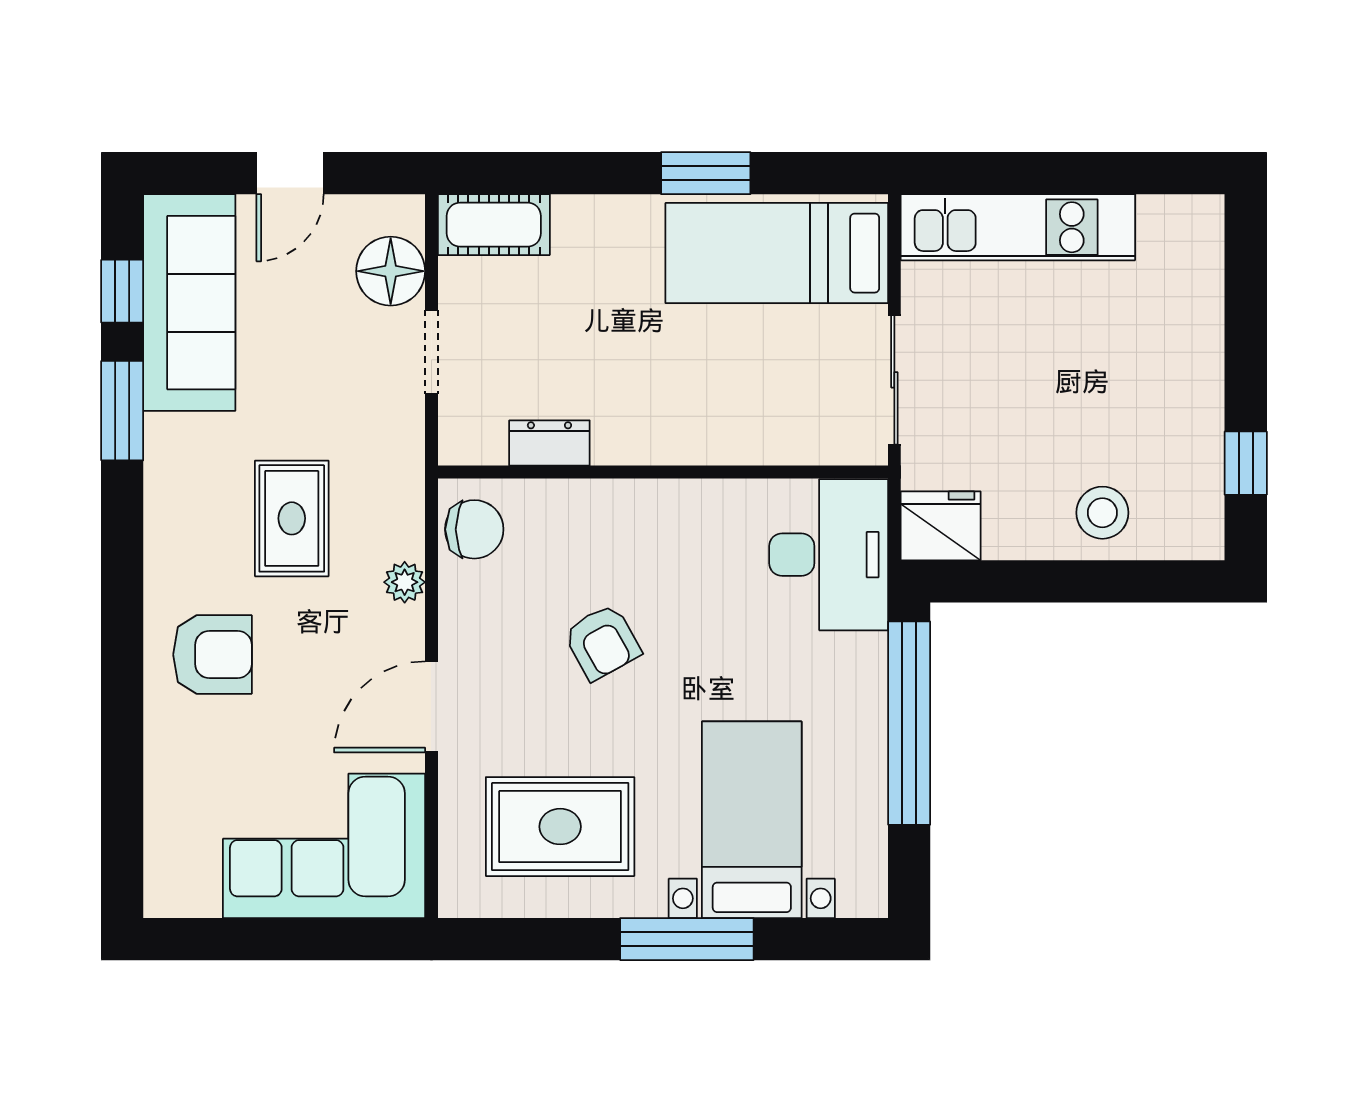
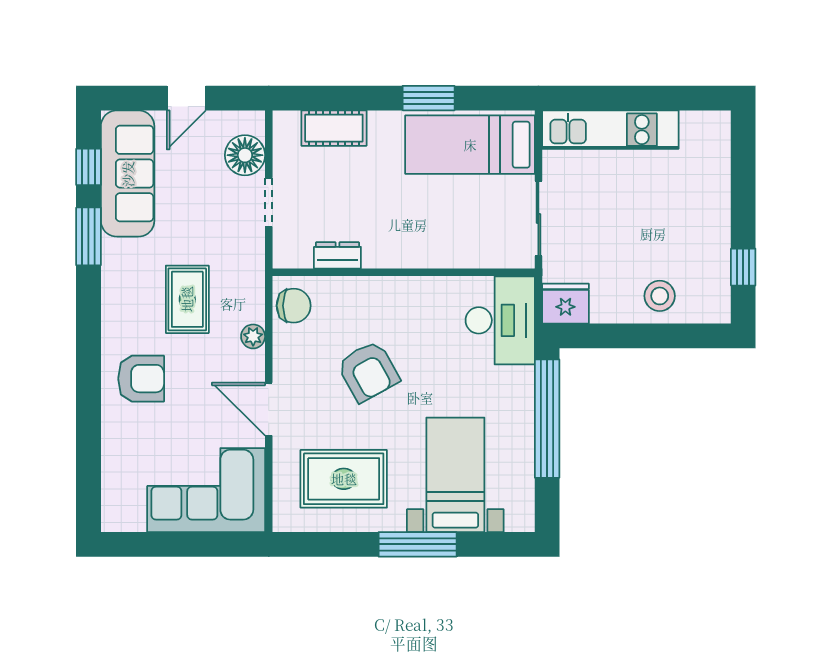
cot: (494, 225) -> (334, 128), moved
armchair: (602, 642) -> (368, 371), width x1.38, depth x1.38
door: (431, 707) -> (269, 409), hinge flipped

